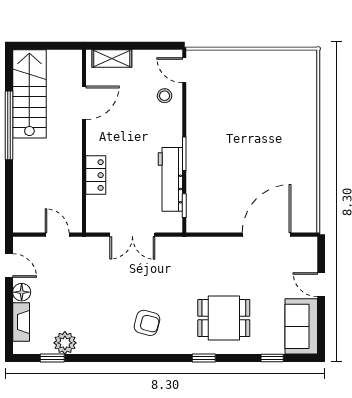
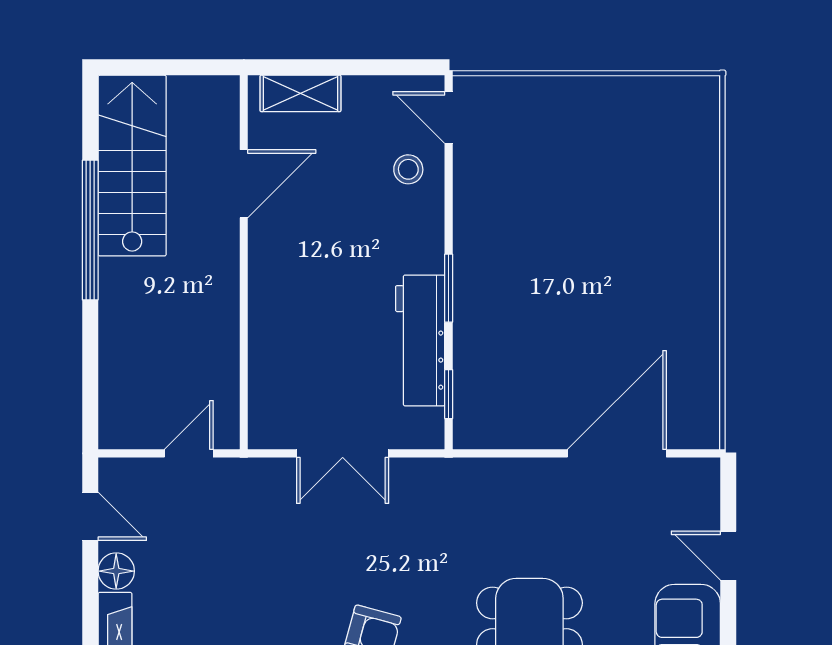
locker: (96, 175) -> (268, 332), removed
door: (57, 235) -> (189, 453), hinge flipped

